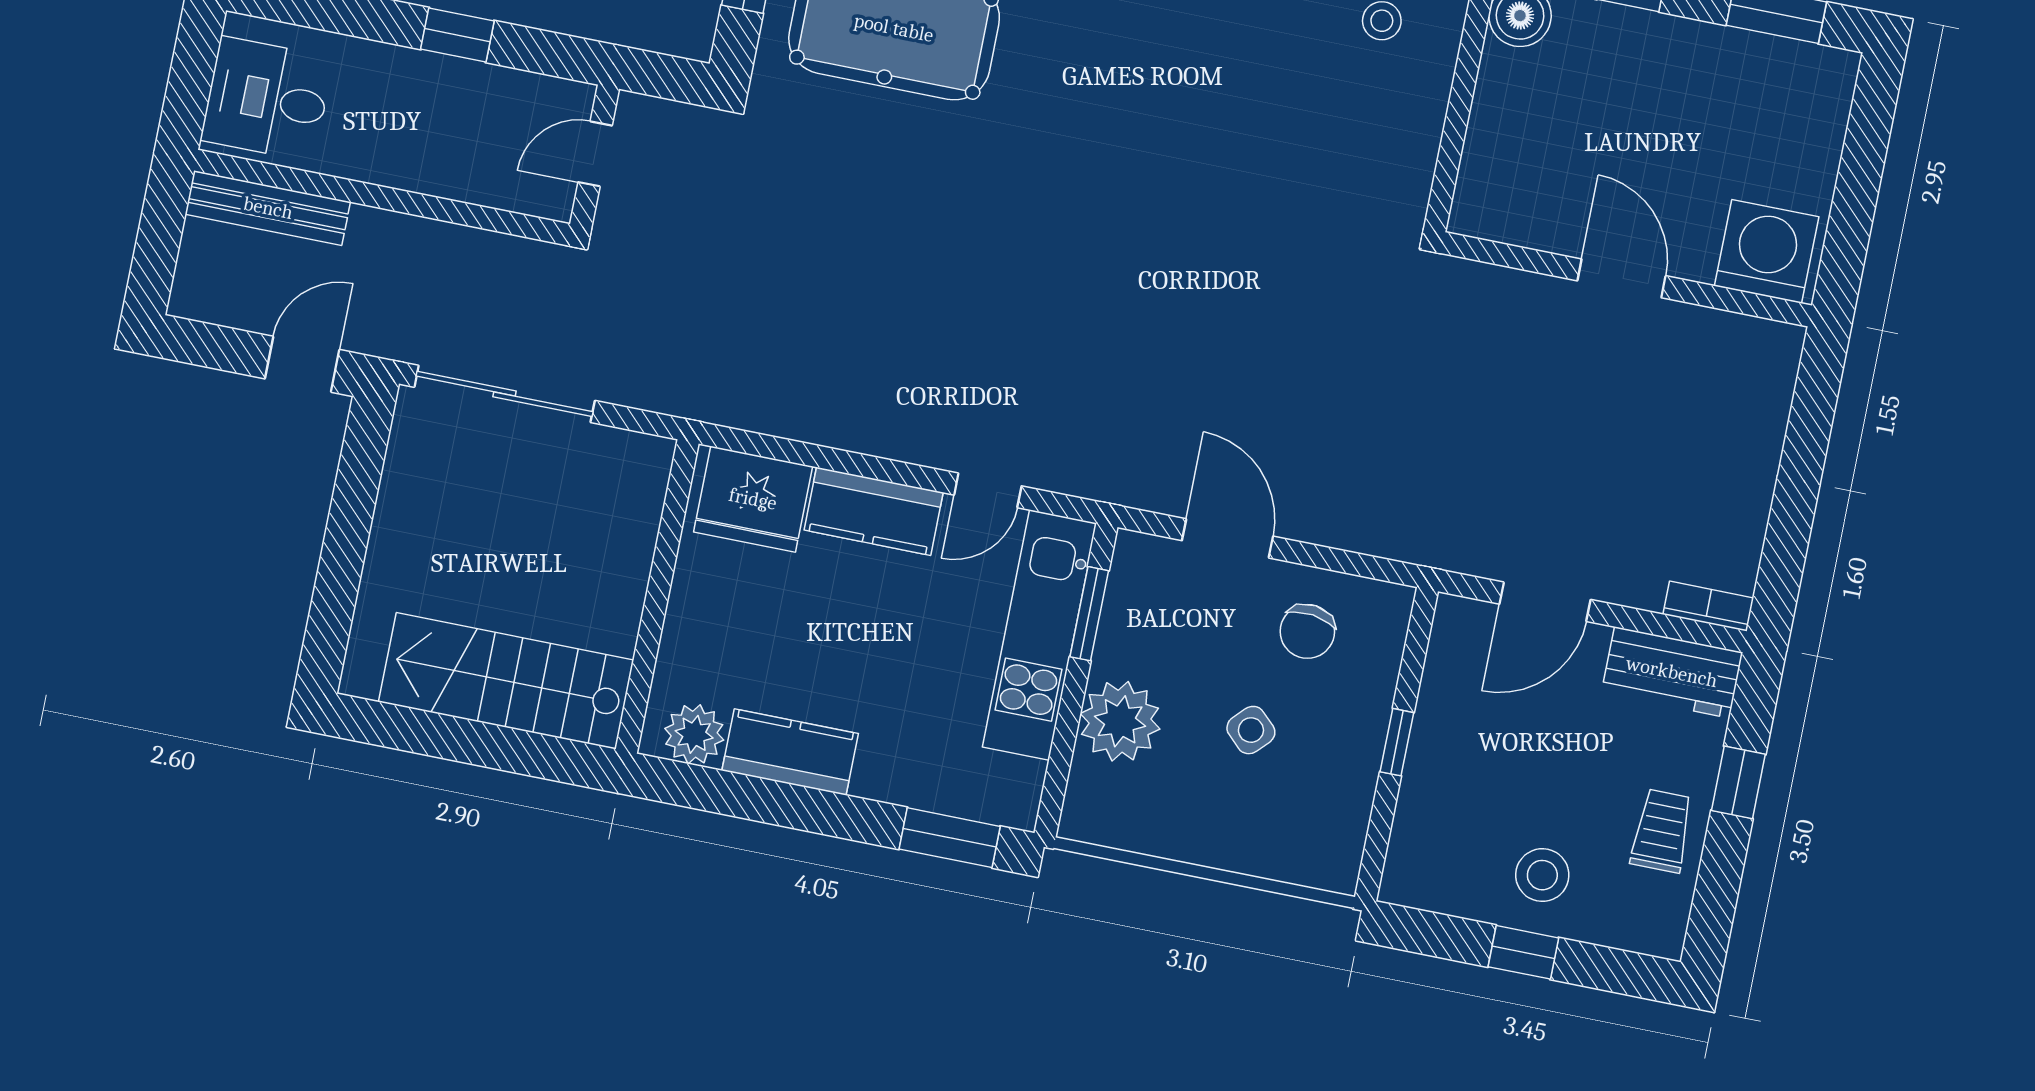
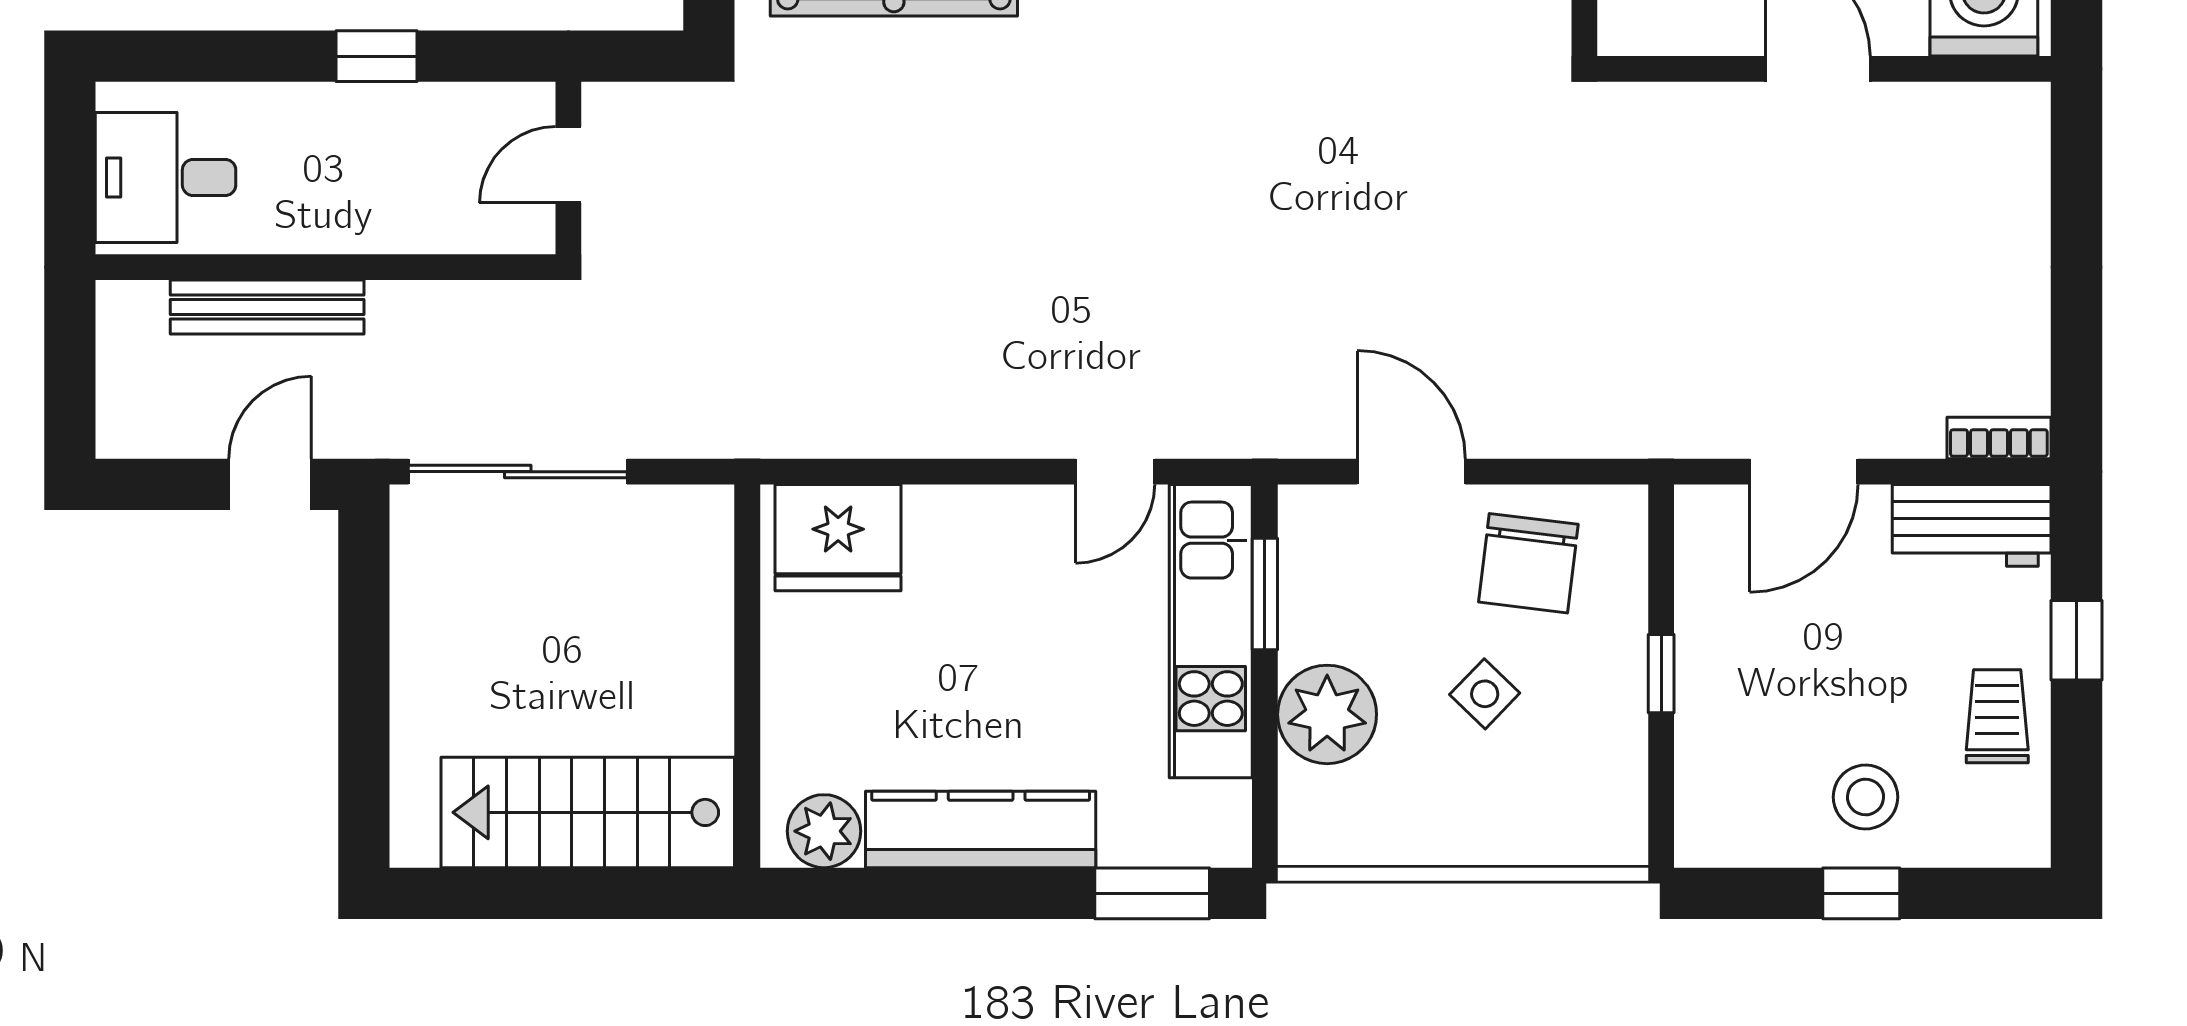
bench: (268, 208) -> (267, 307), moved
kitchen counter: (874, 511) -> (984, 523), removed
chair: (1307, 631) -> (1528, 563), width x1.37, depth x1.37
kitchen counter: (790, 752) -> (981, 829), width x1.50

